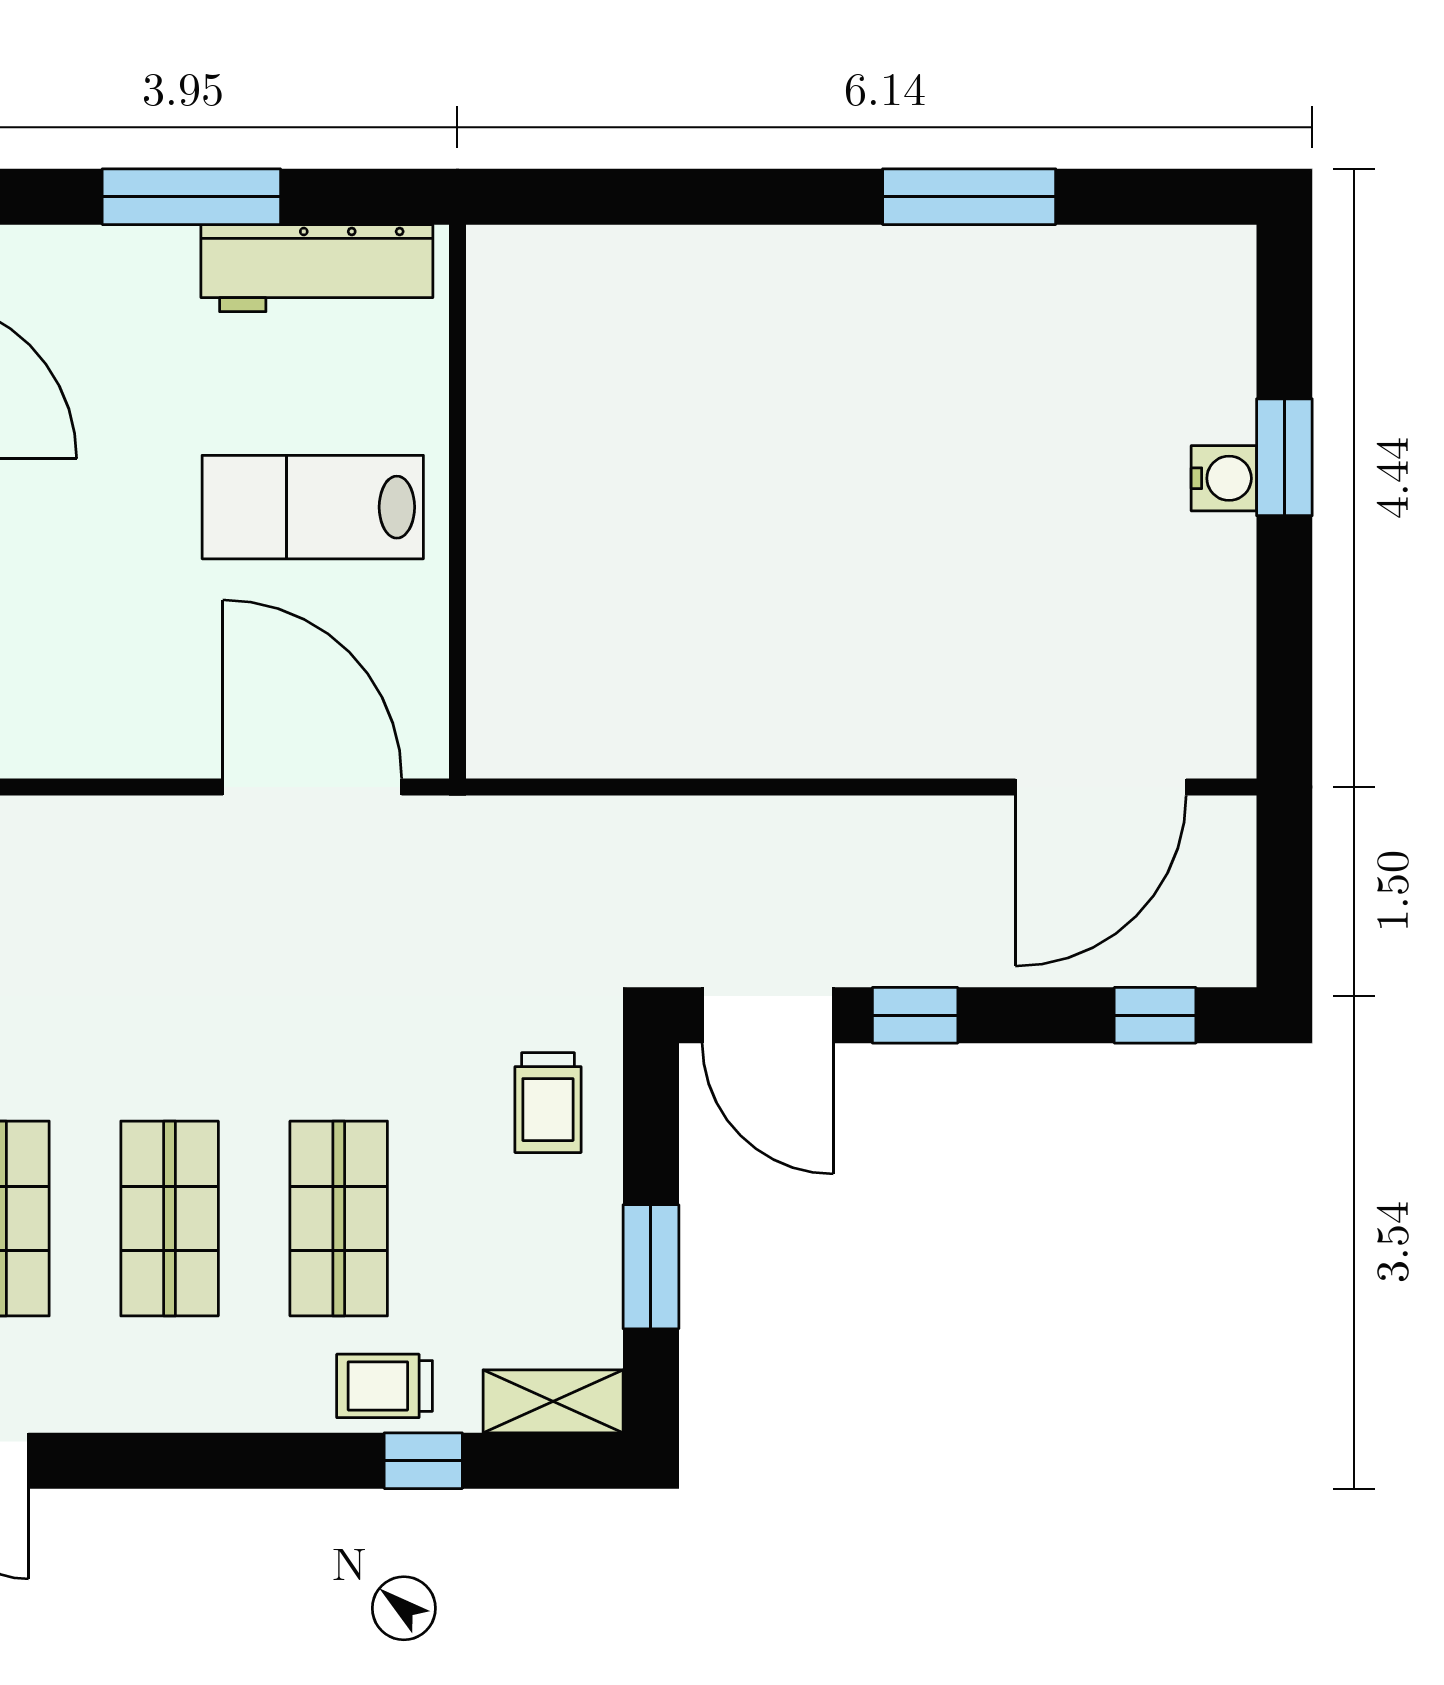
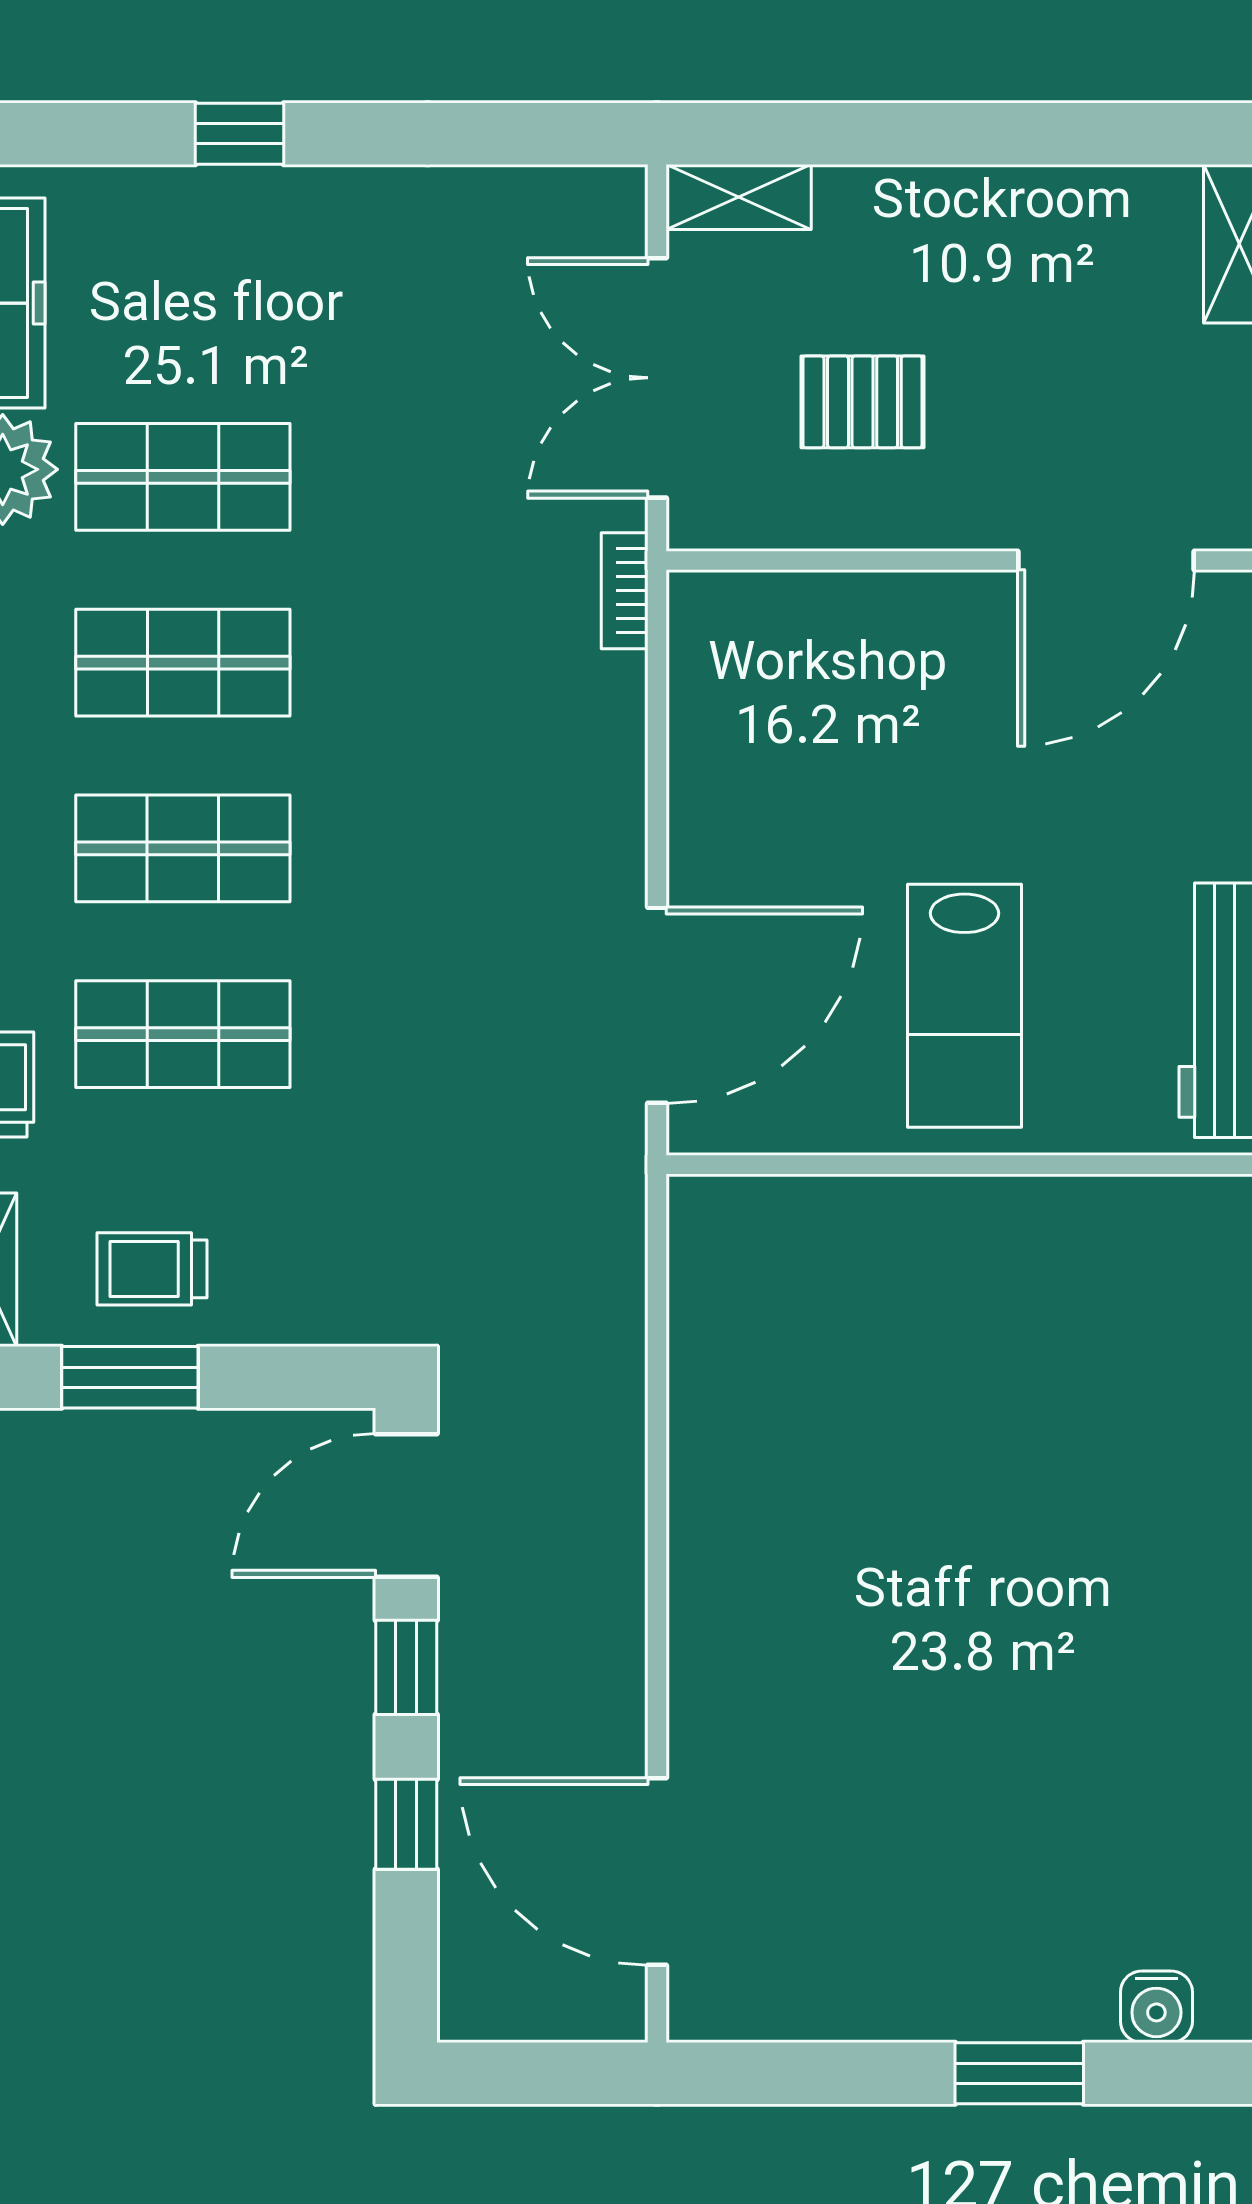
water cooler: (1224, 478) -> (1156, 2007), moved
lab bench: (313, 507) -> (964, 1006), turned 180
window: (1155, 1015) -> (406, 1824), moved
trolley: (548, 1103) -> (152, 1269), moved

